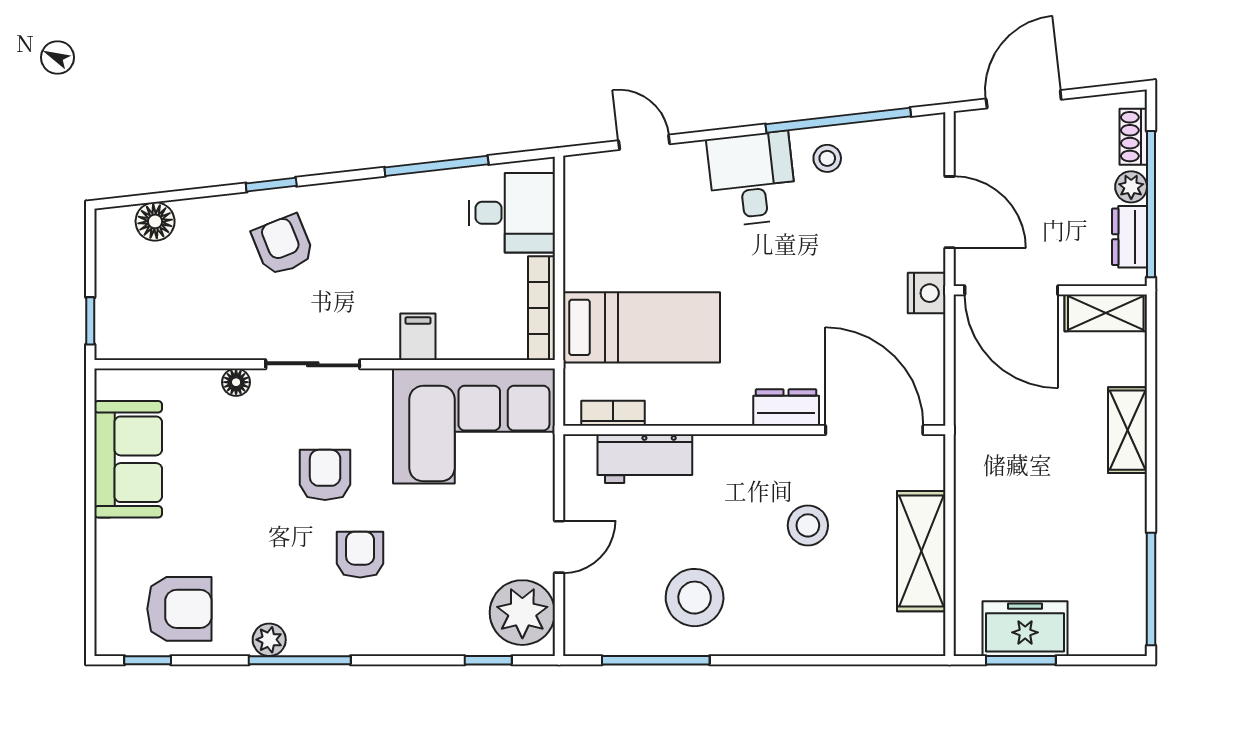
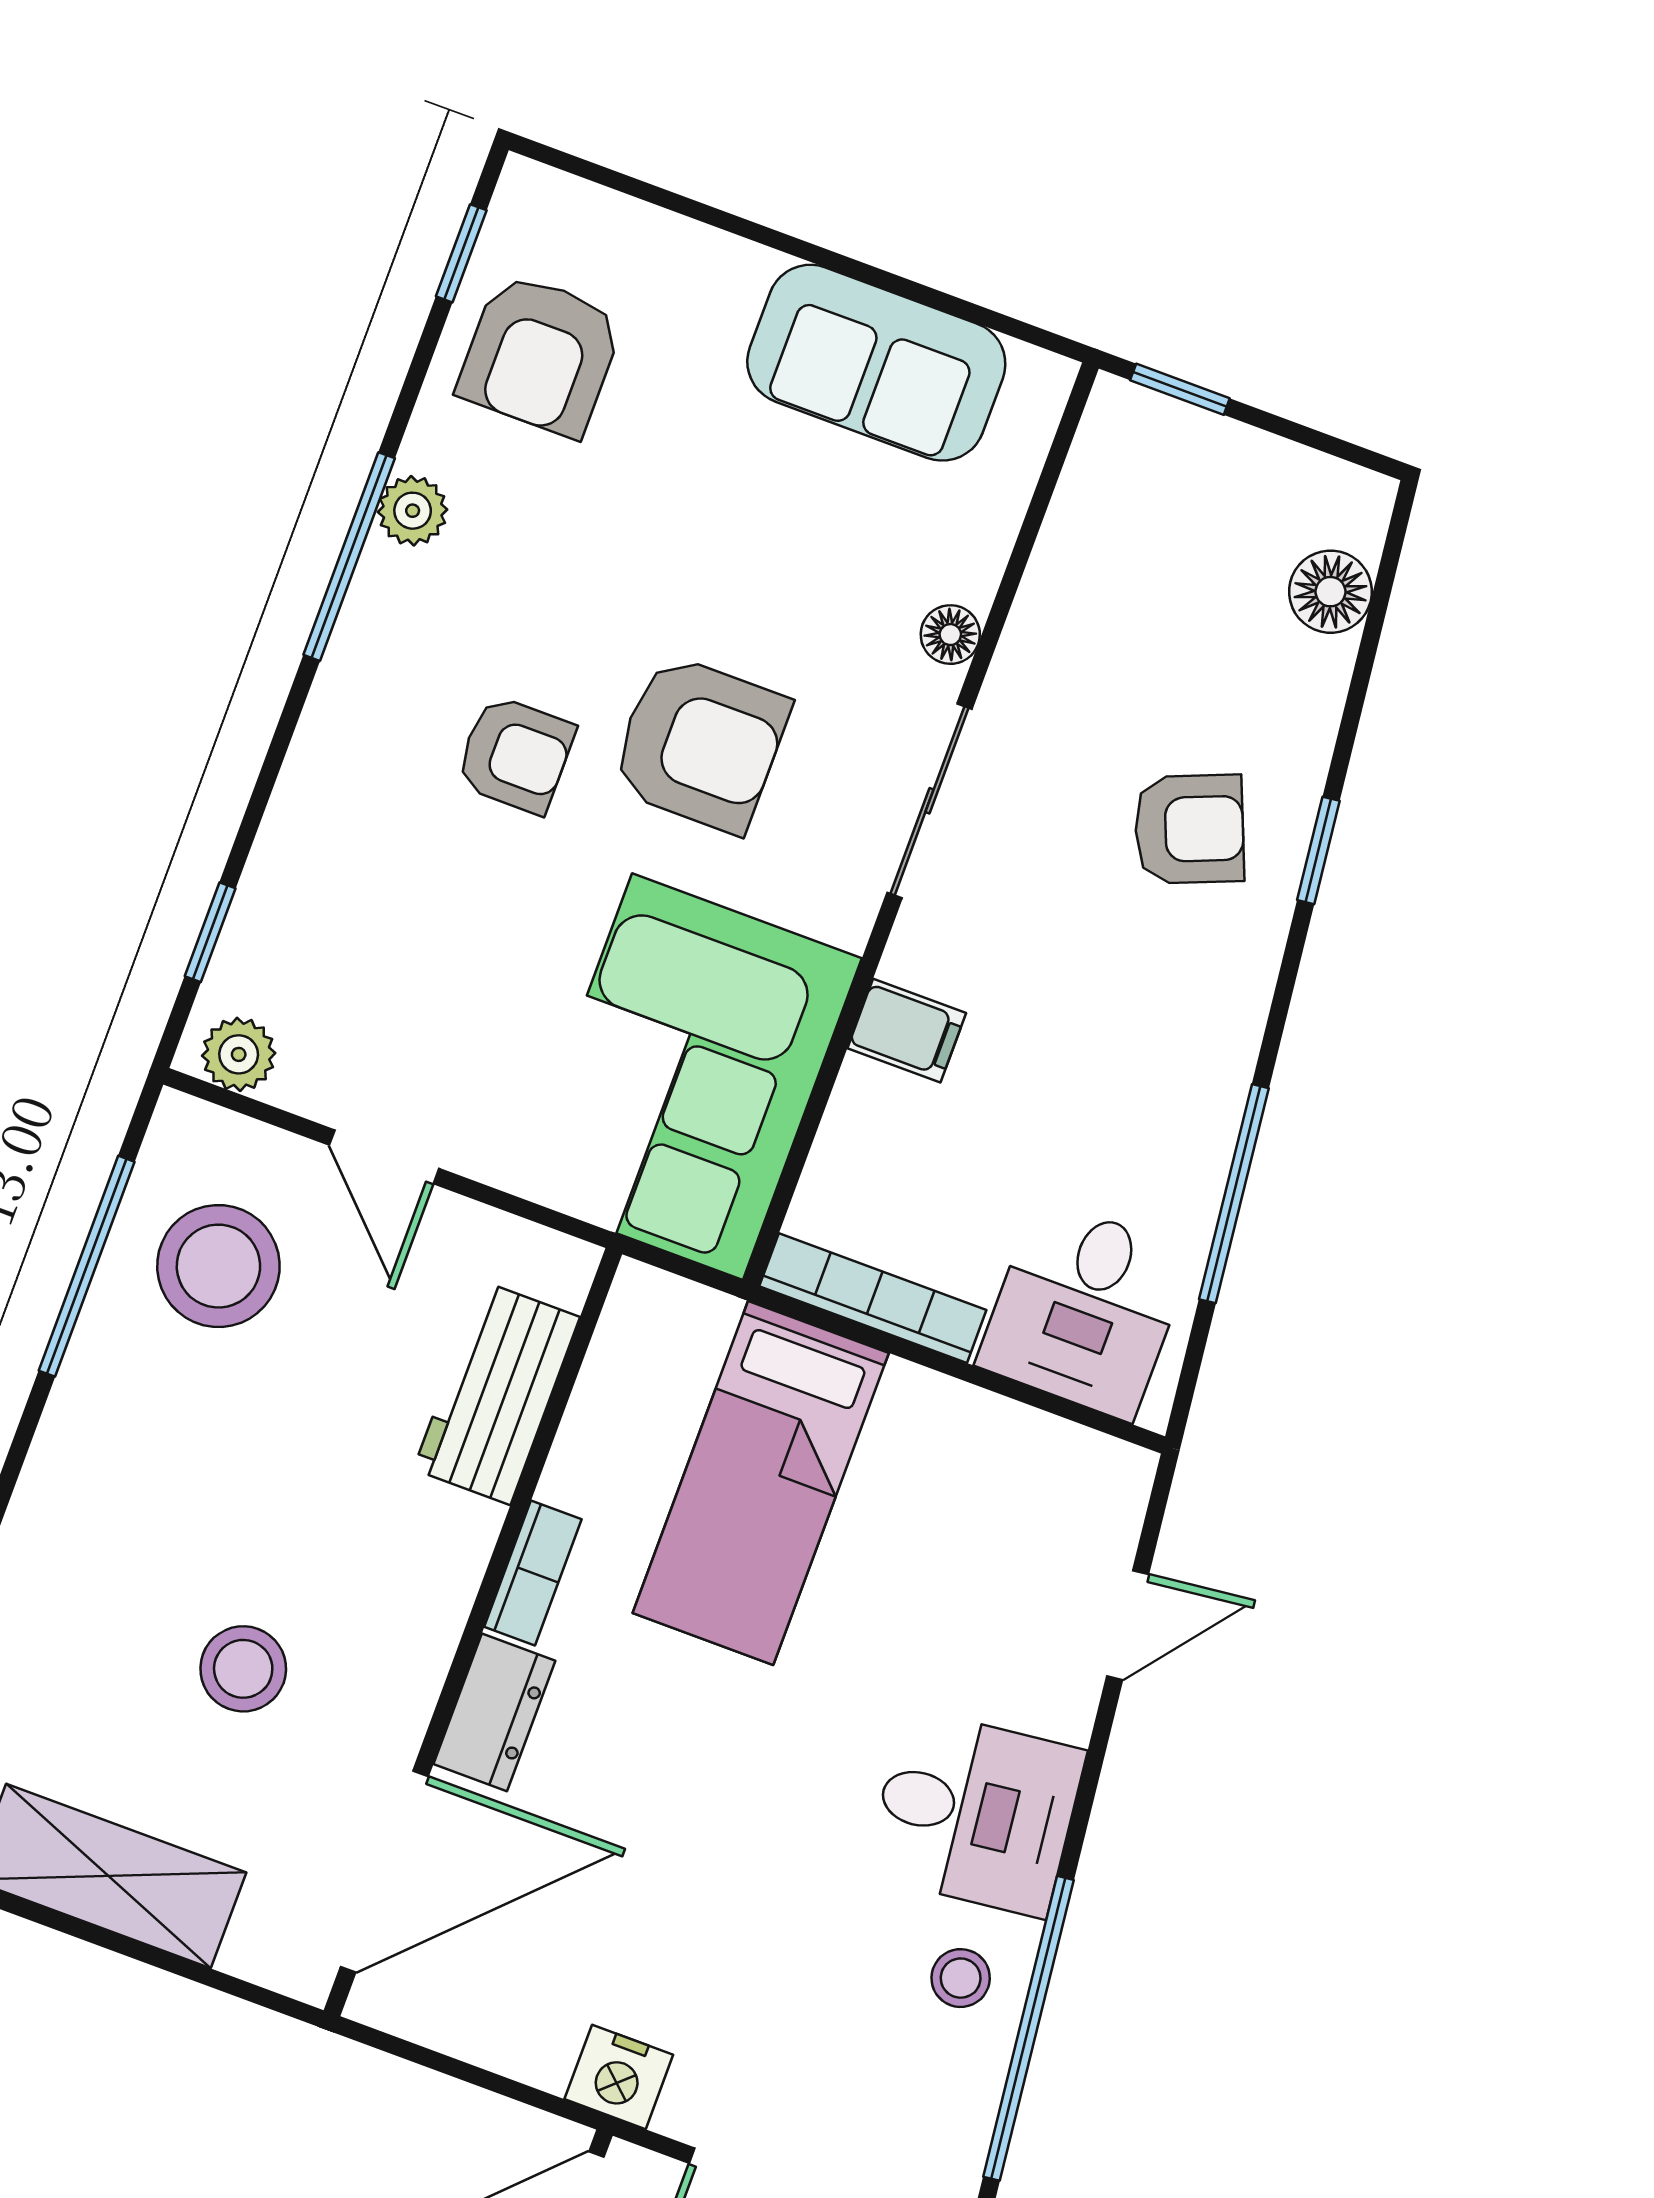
bookcase: (613, 413) -> (533, 1573), moved
armchair: (325, 475) -> (700, 744), width x1.38, depth x1.38
stool: (695, 598) -> (218, 1266), moved
plant: (522, 613) -> (239, 1054), width x0.53, depth x0.53

